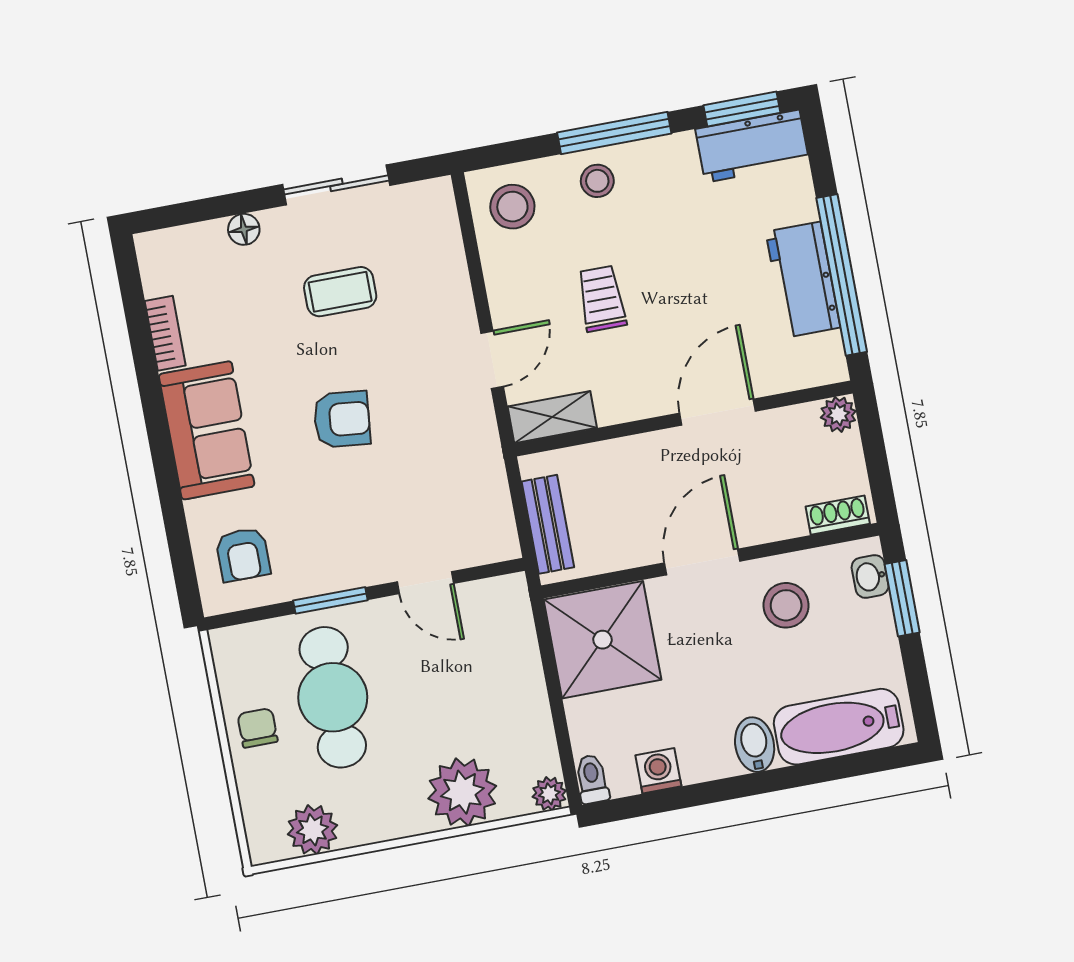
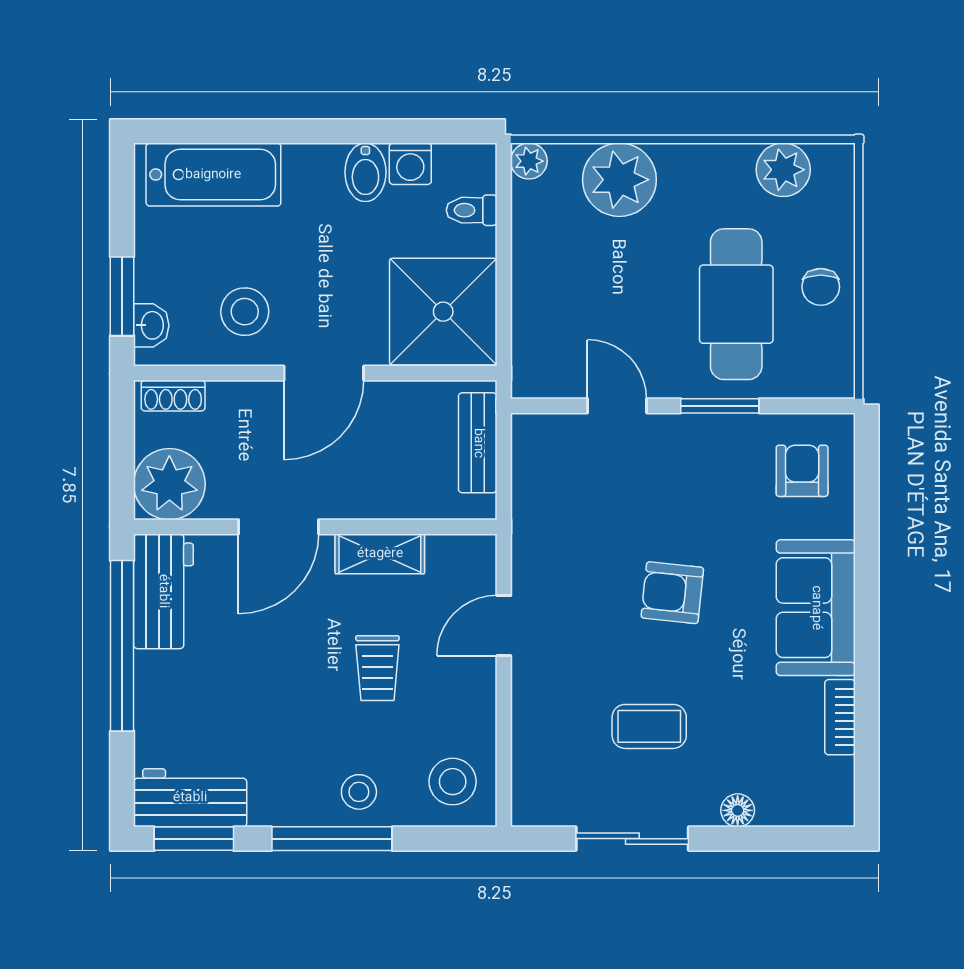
workbench: (803, 280) -> (163, 591), moved
plant: (838, 414) -> (169, 484), width x1.87, depth x1.87
shelving: (552, 417) -> (380, 554), moved
bidet: (755, 745) -> (365, 172), moved
toilet: (592, 779) -> (472, 210), moved, turned 90

